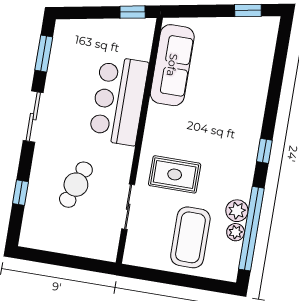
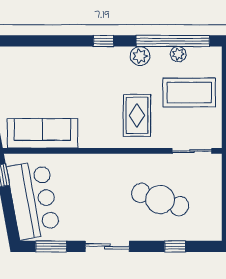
bar counter: (119, 101) -> (33, 200), moved, turned -100
cafe table: (76, 185) -> (160, 200), width x1.37, depth x1.35
sliding door: (128, 207) -> (192, 151), moved
plant: (237, 211) -> (140, 56), moved

